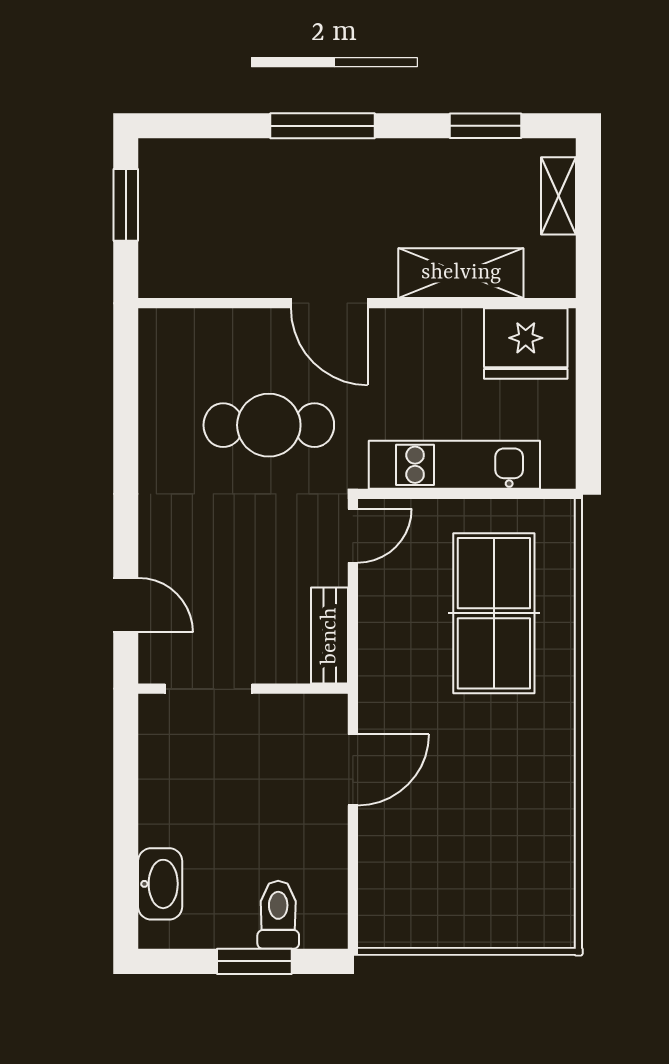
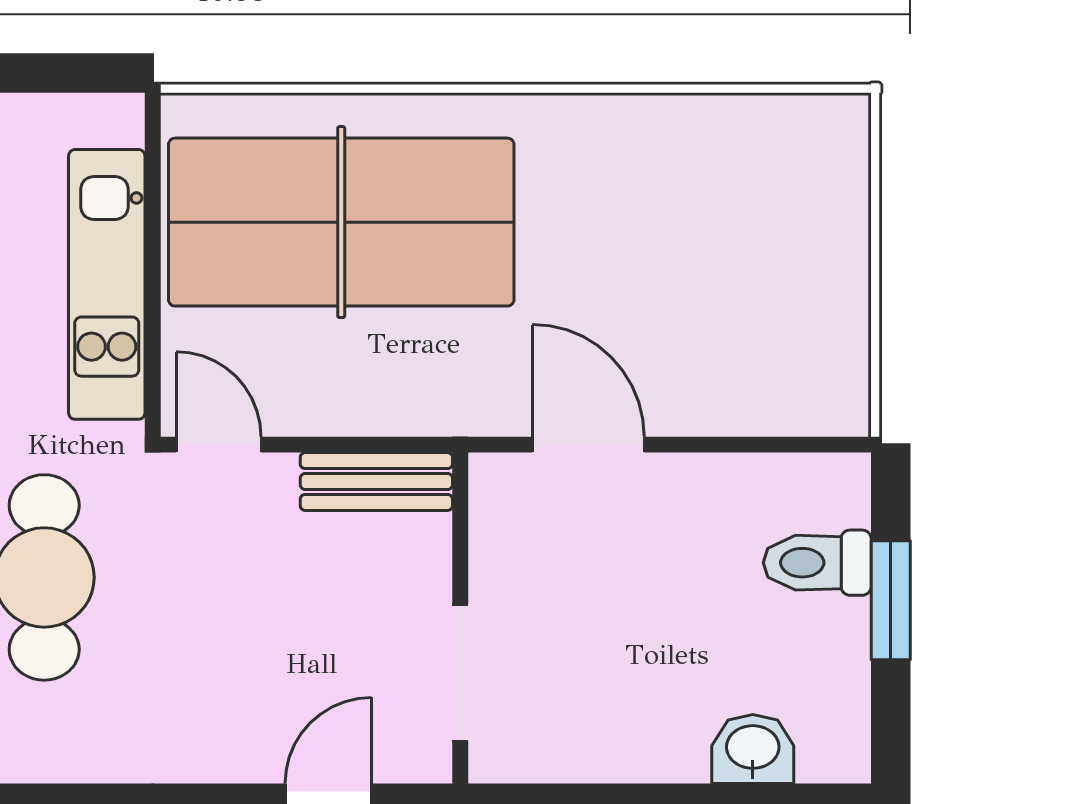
table tennis table: (494, 613) -> (341, 222), width x1.36, depth x1.32
washbasin: (160, 884) -> (753, 749), width x0.72

